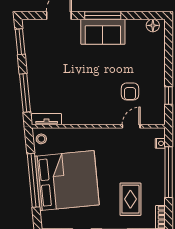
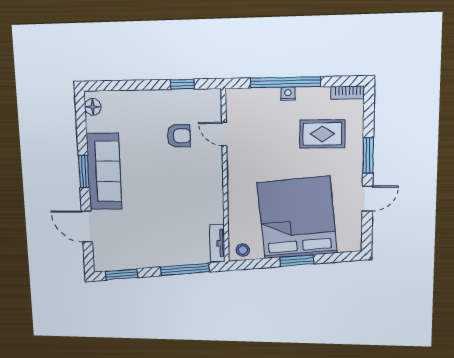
window: (103, 16) -> (84, 172), width x0.69
sofa: (103, 32) -> (104, 171), width x1.36
nightstand: (160, 143) -> (288, 94), moved
window: (33, 180) -> (297, 261), width x0.47

